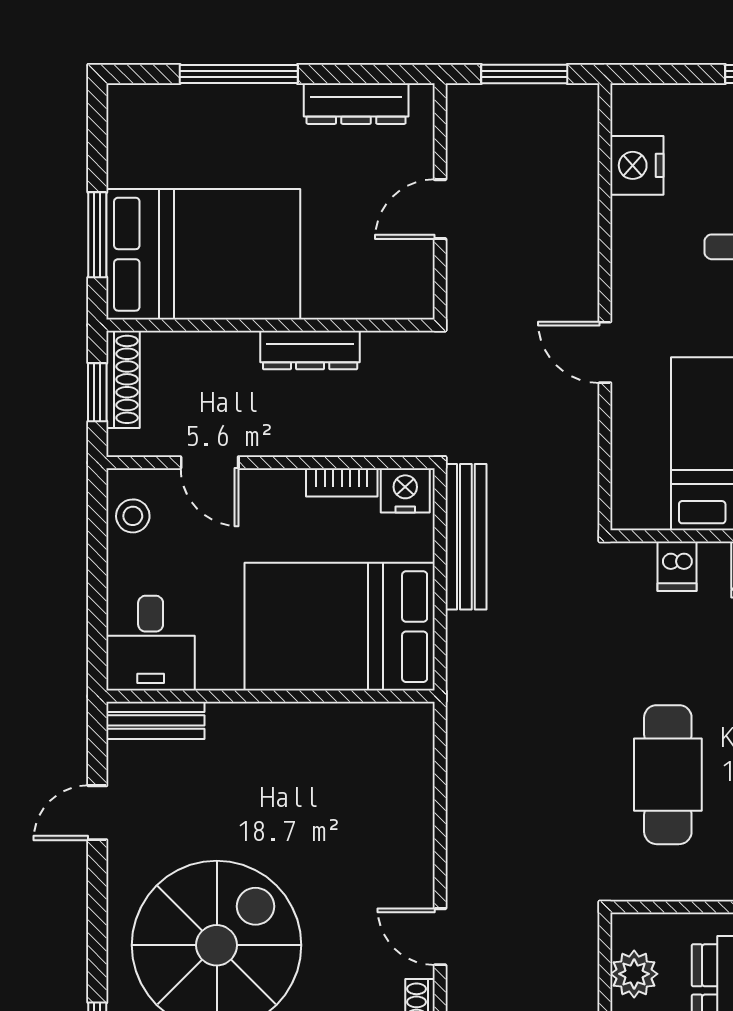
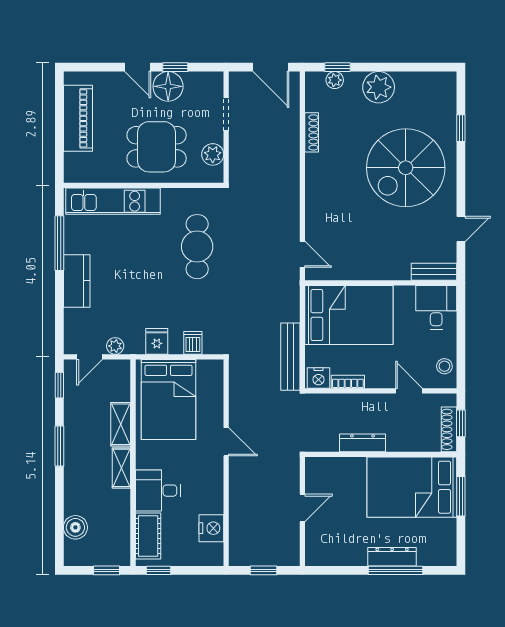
window: (524, 74) -> (263, 570), width x0.67
dresser: (356, 104) -> (392, 557), moved
door: (440, 937) -> (302, 254), moved

